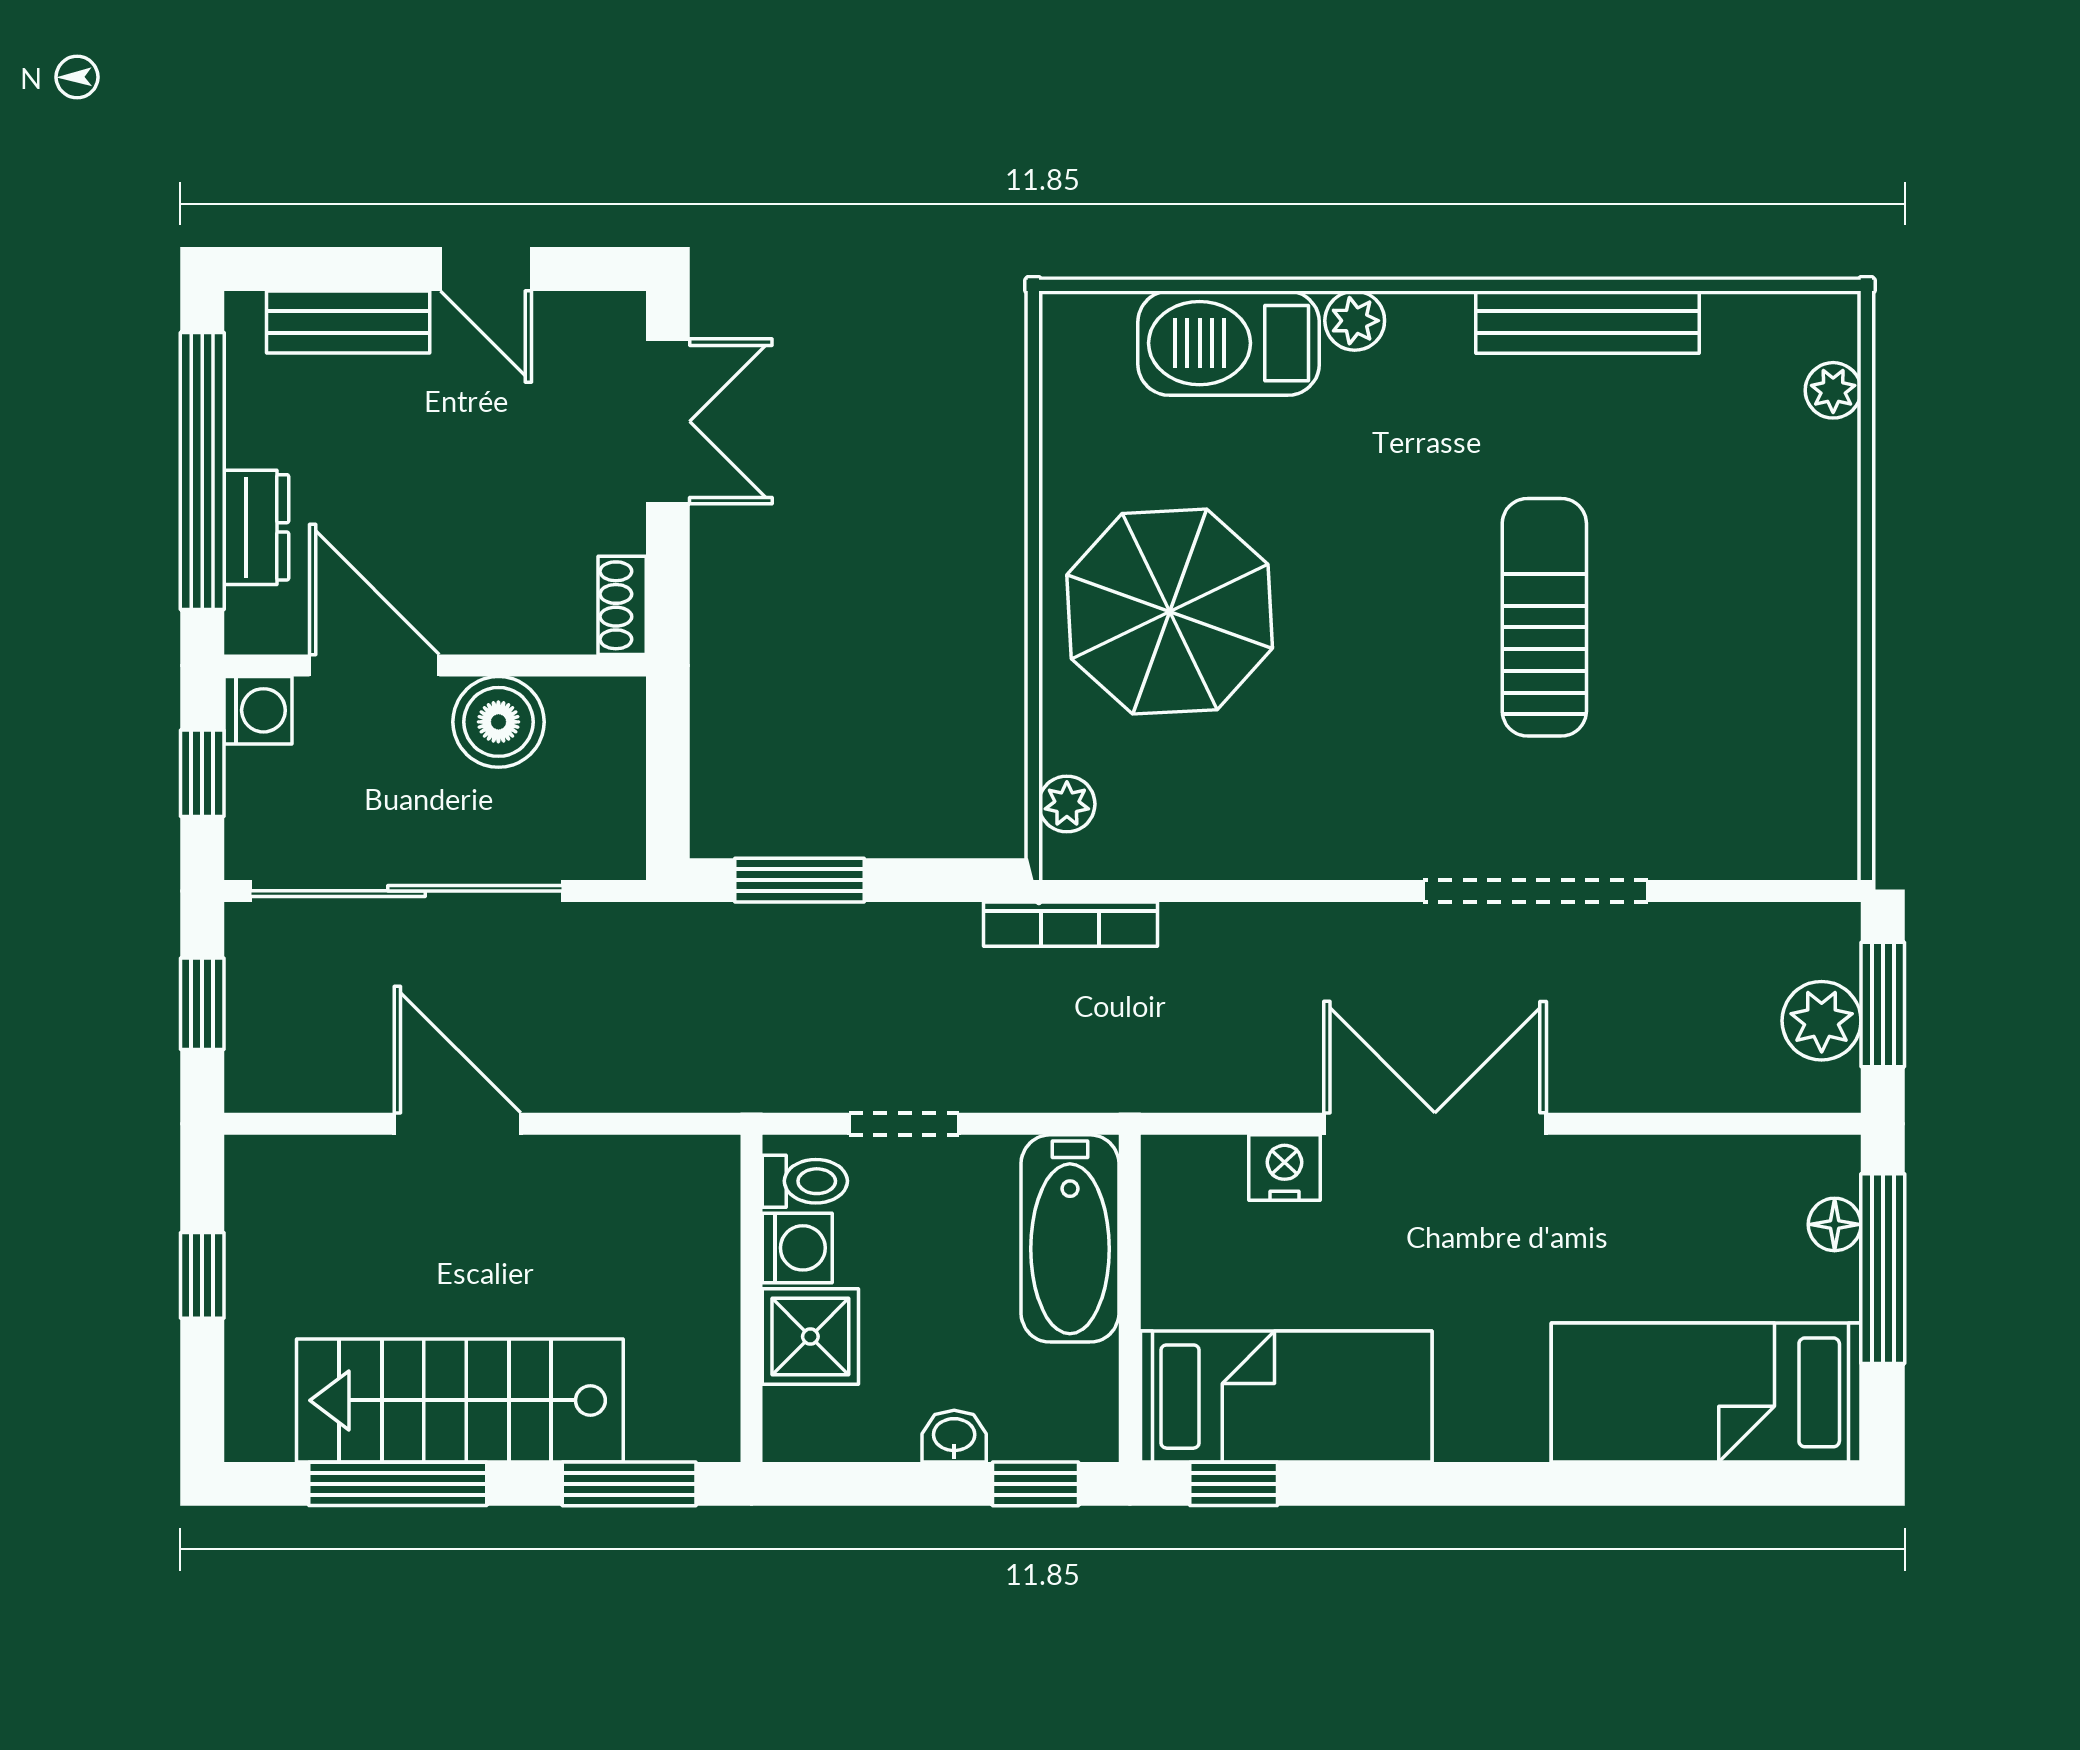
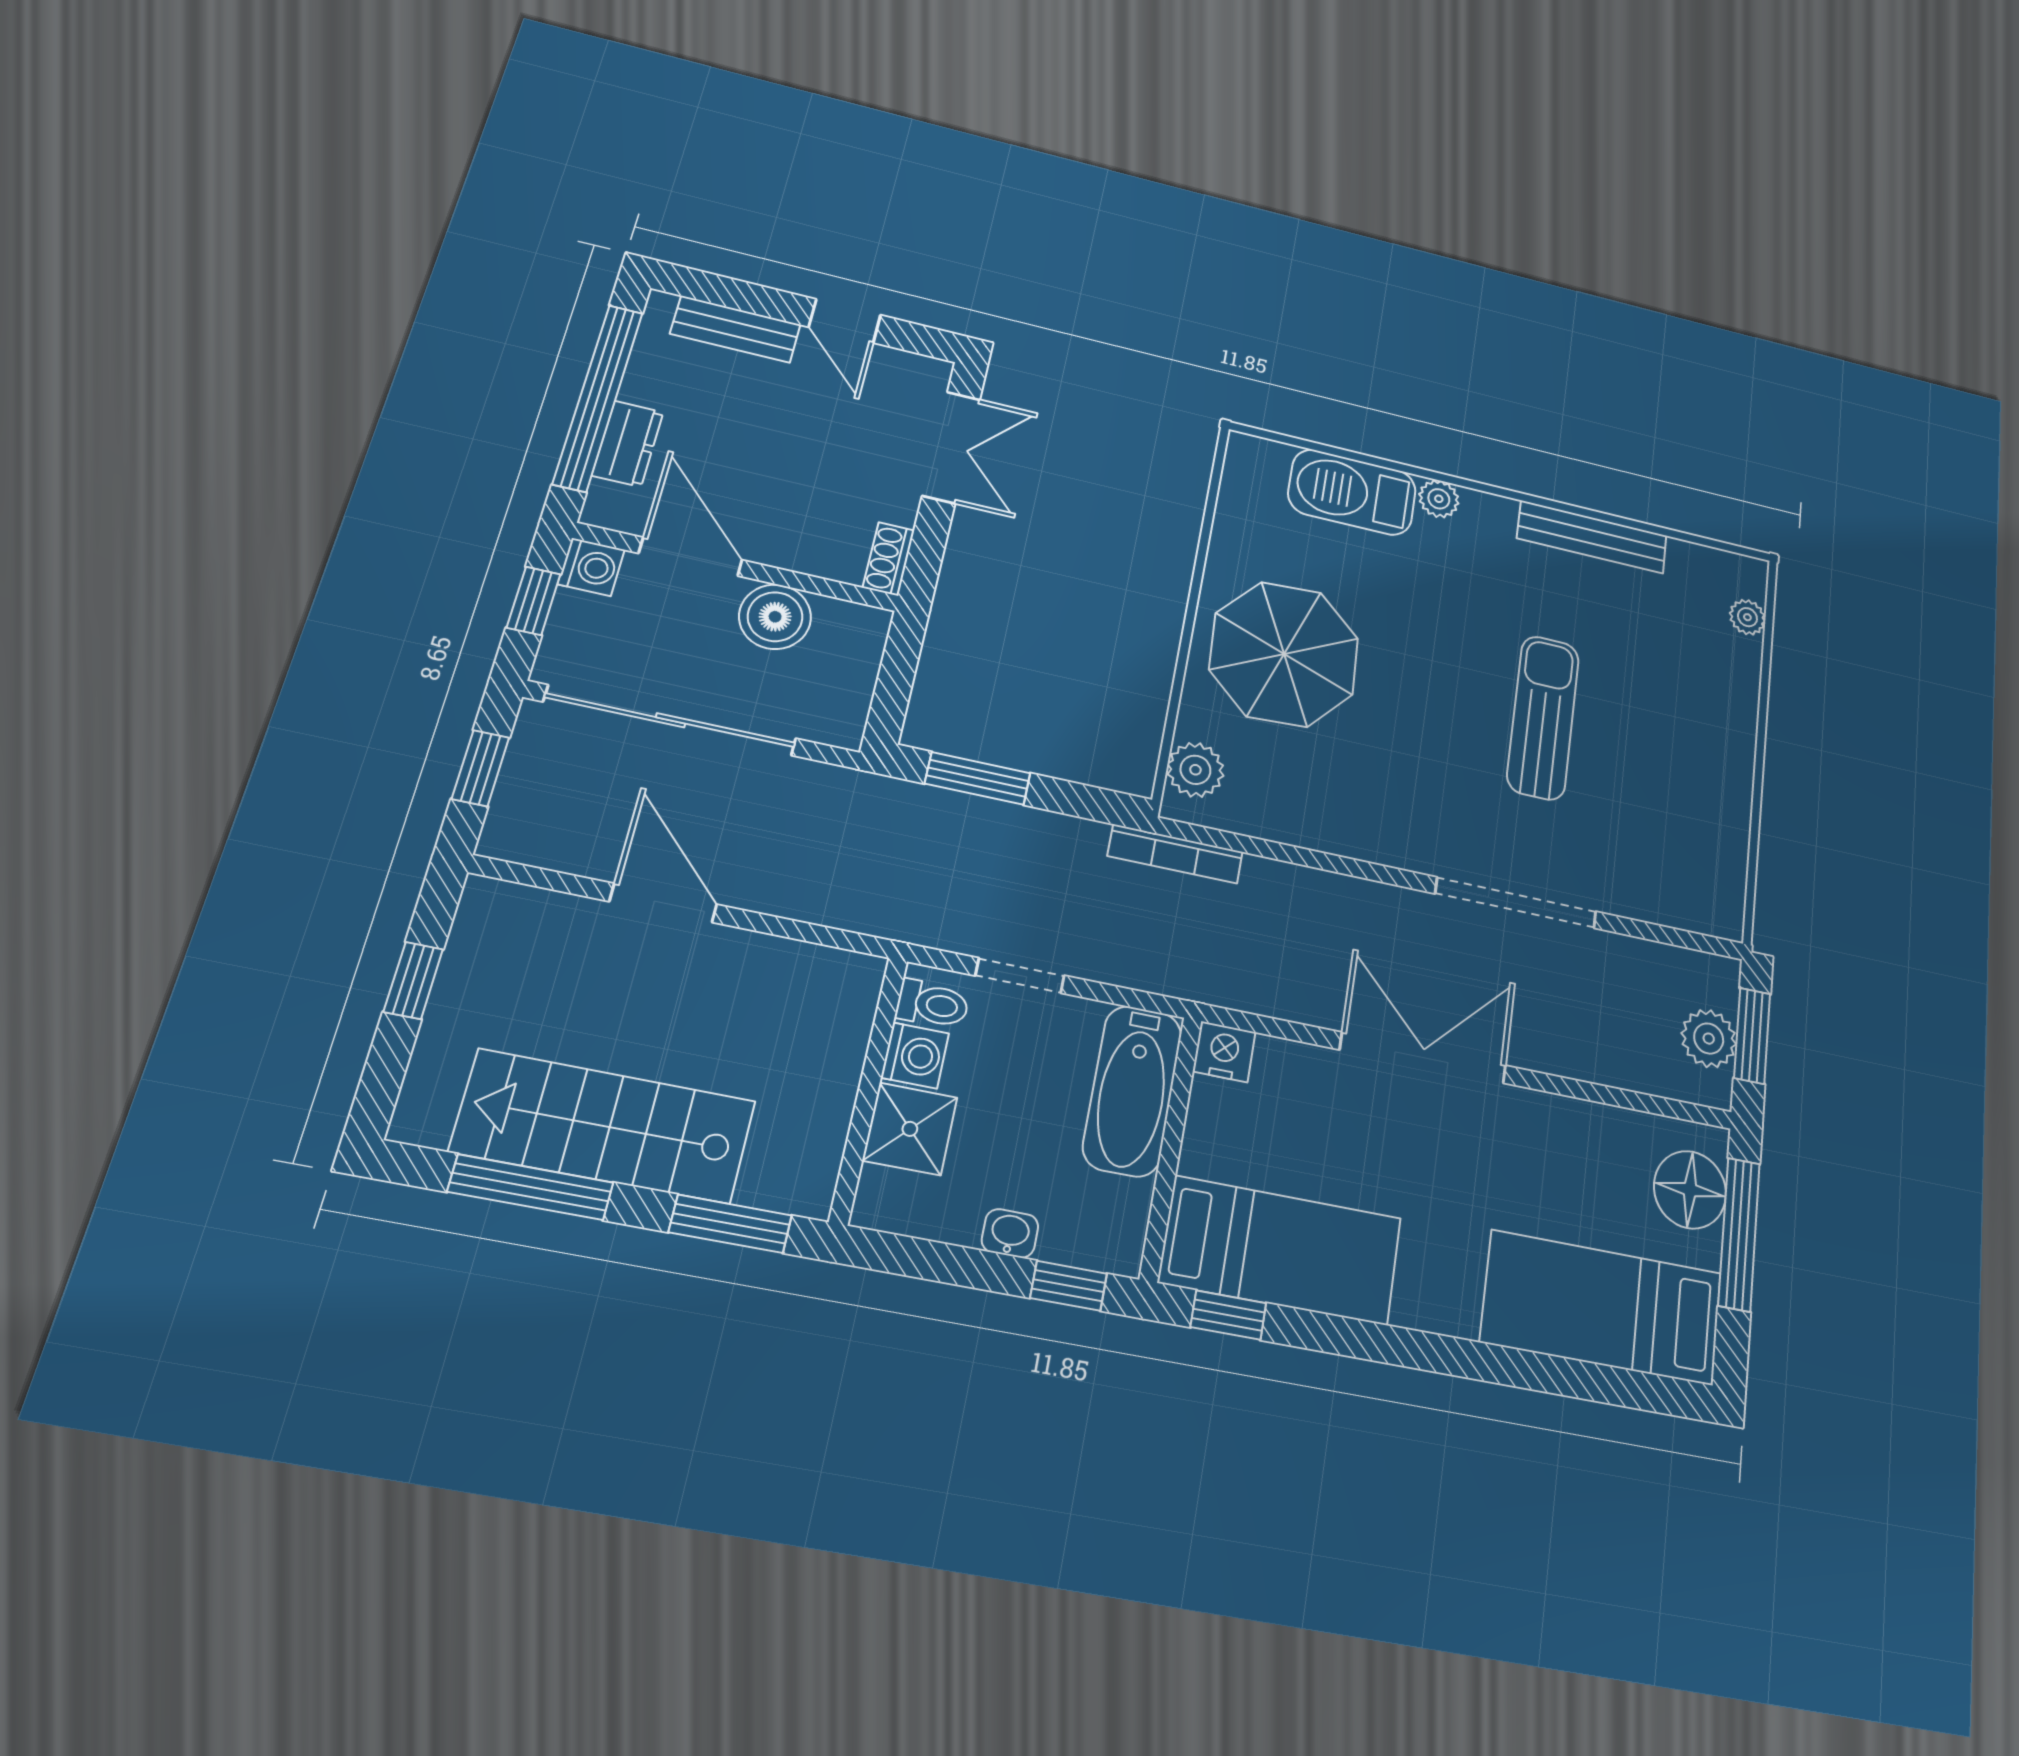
plant: (1067, 804) -> (1195, 770), width x1.38, depth x1.38
nightstand: (1285, 1168) -> (1224, 1052), moved
floor lamp: (1835, 1224) -> (1690, 1190), width x1.89, depth x1.89

